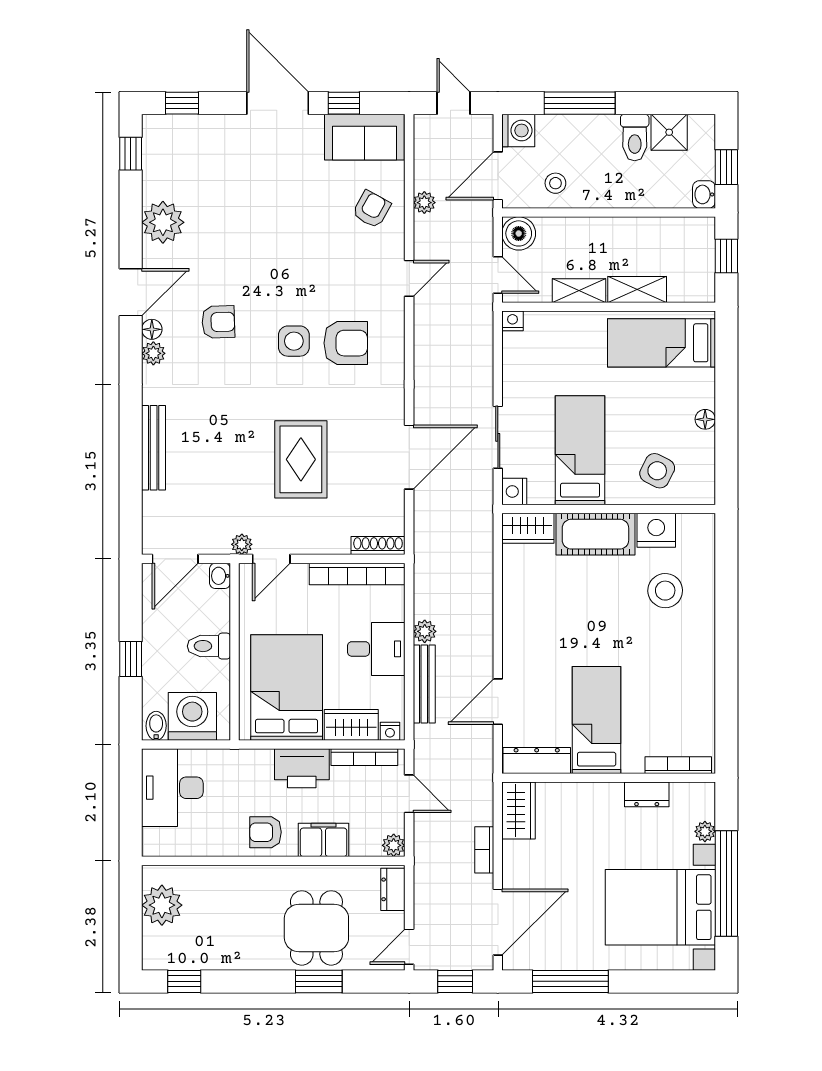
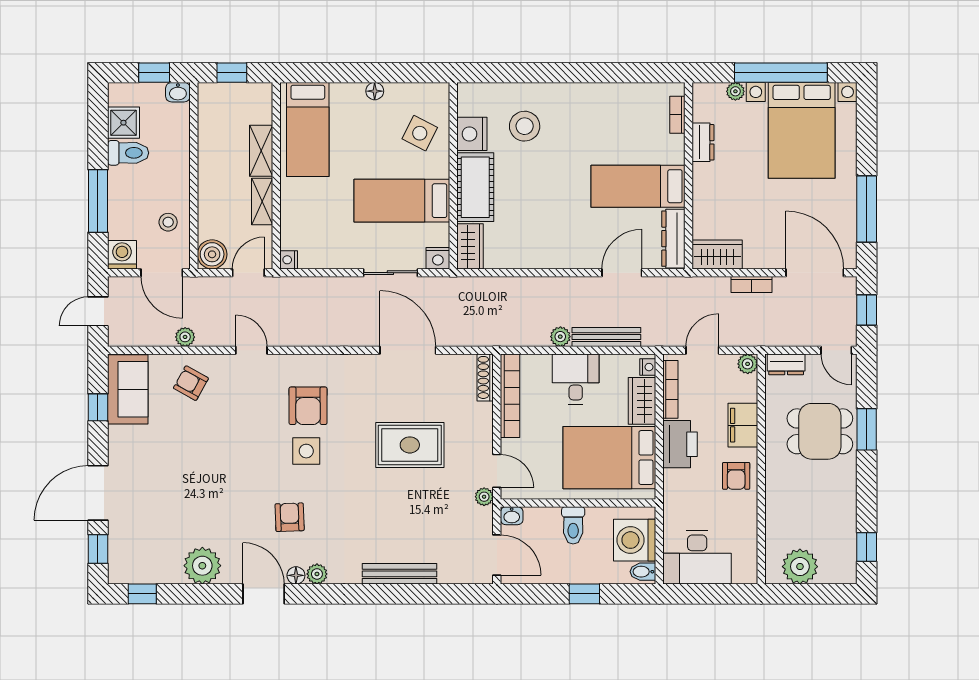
door: (278, 103) -> (98, 493), moved
armchair: (346, 343) -> (308, 406), turned 180
door: (498, 702) -> (622, 273), swing flipped
bookcase: (678, 765) -> (677, 115), width x0.64

